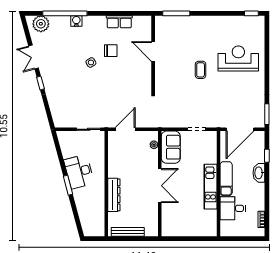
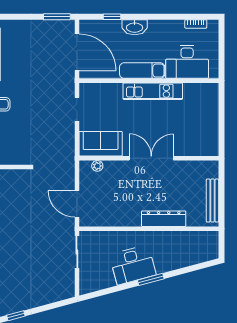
desk: (233, 208) -> (187, 62), width x1.37

